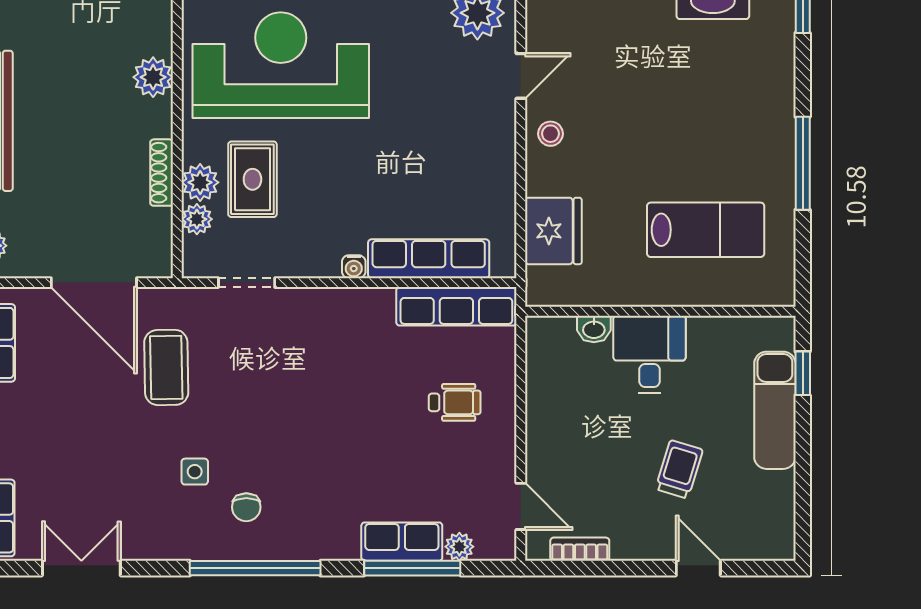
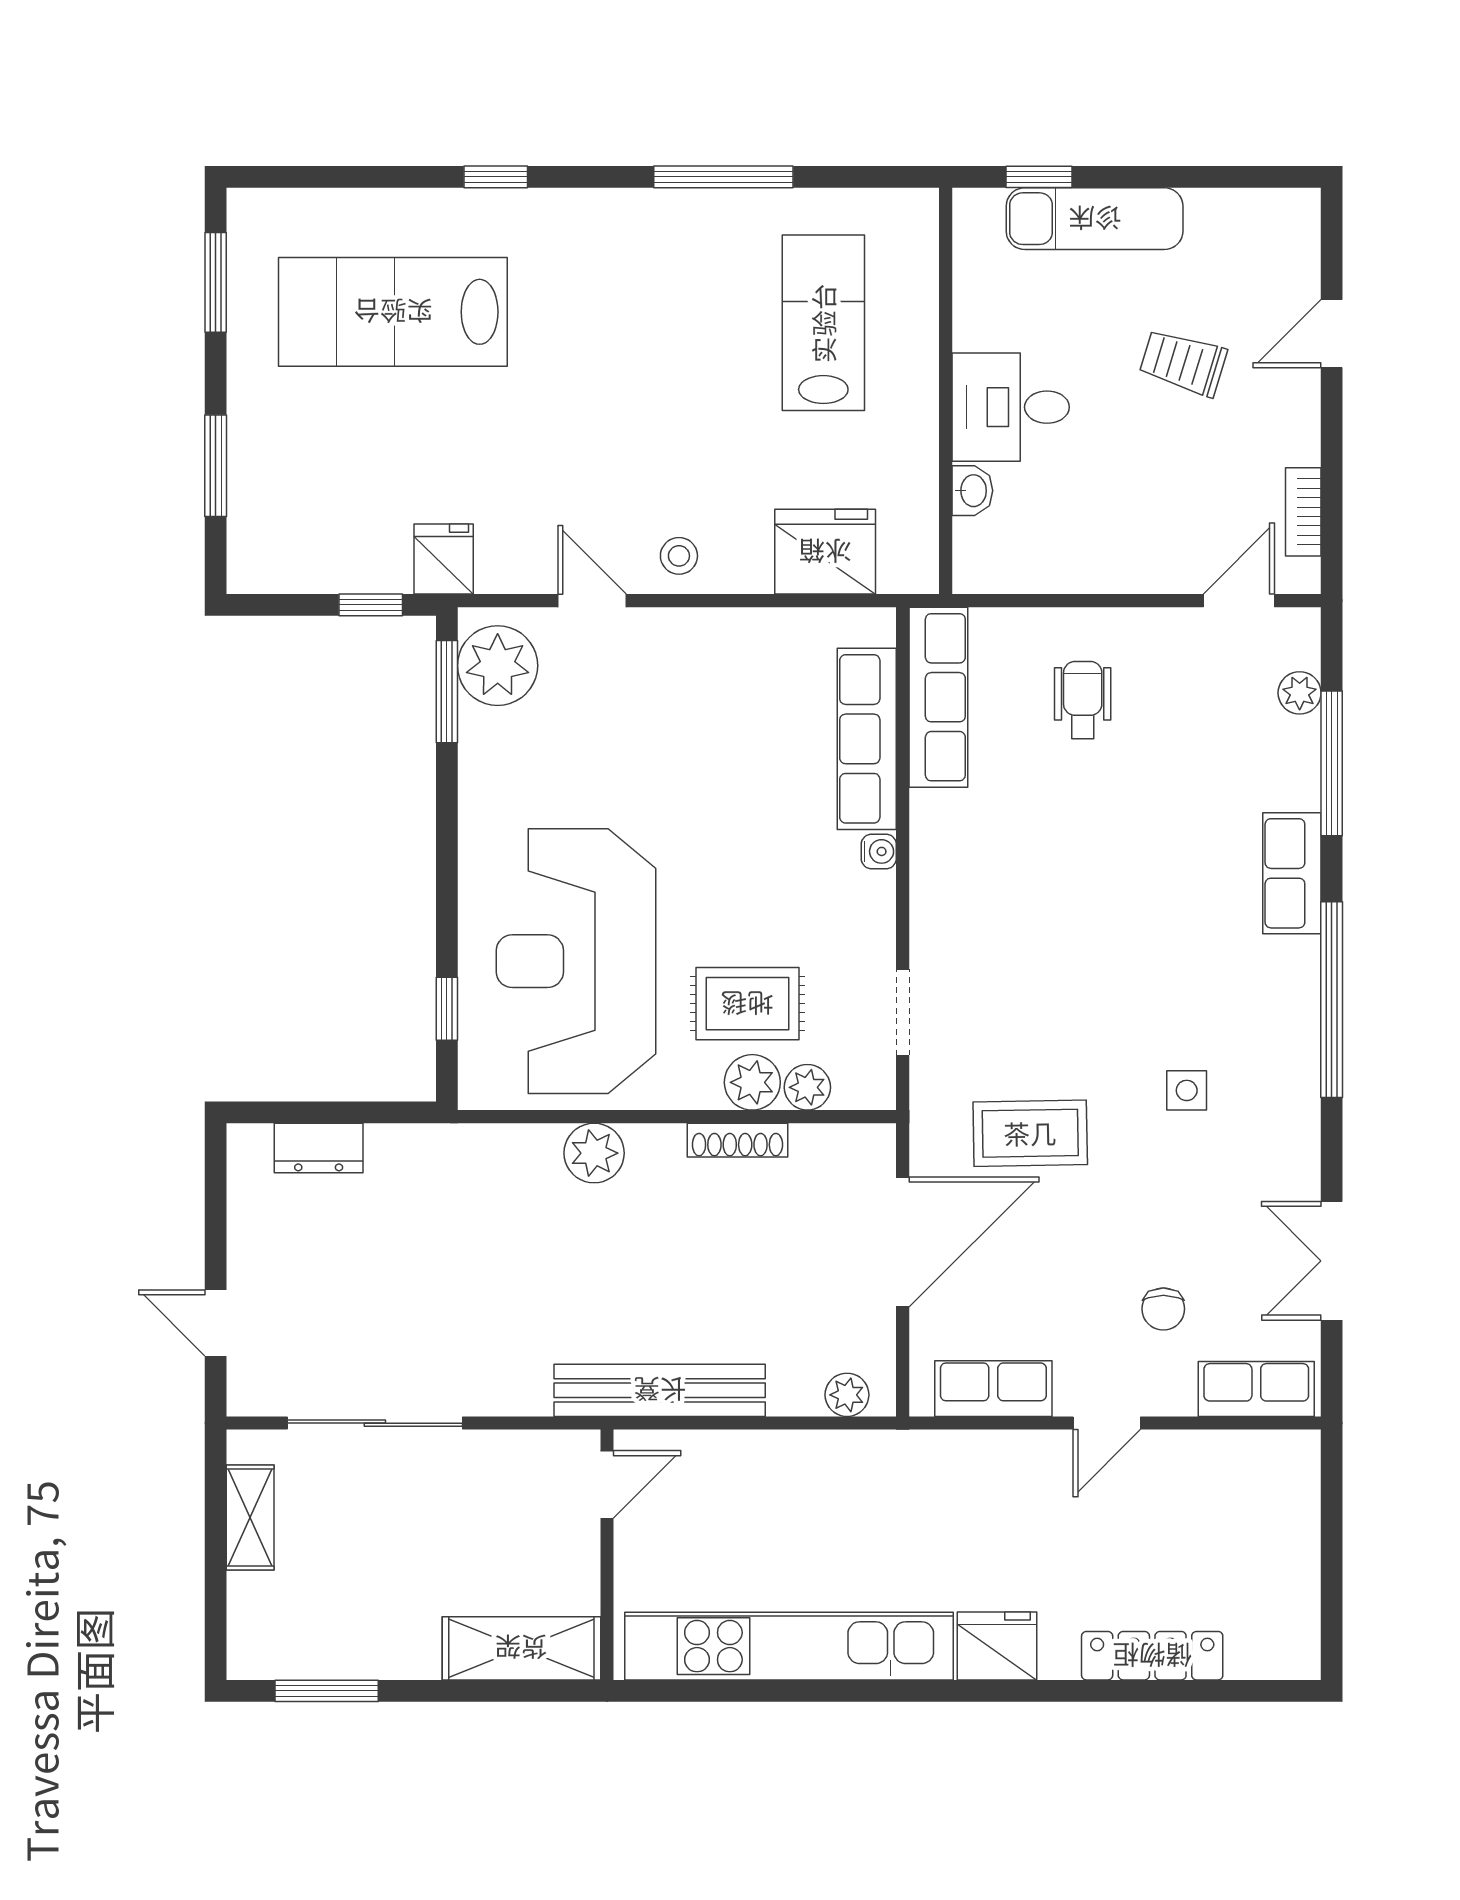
chair: (246, 507) -> (1163, 1309), moved, turned 90
row of seats: (402, 542) -> (1292, 873), moved

